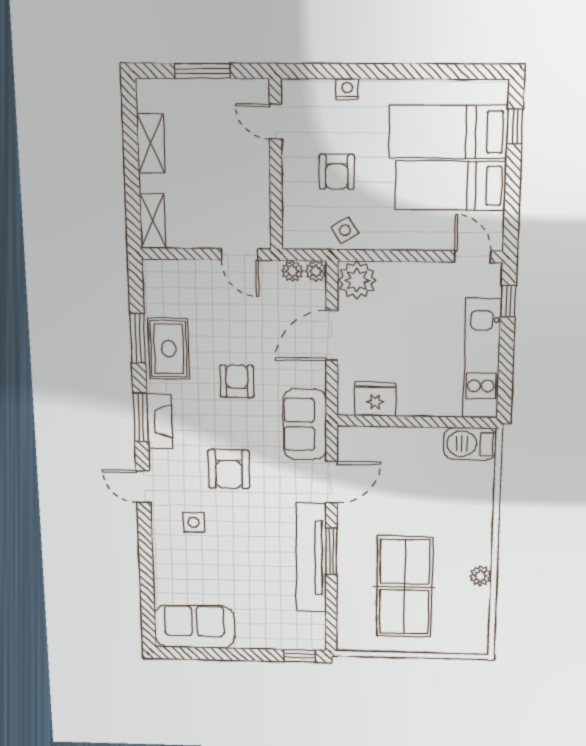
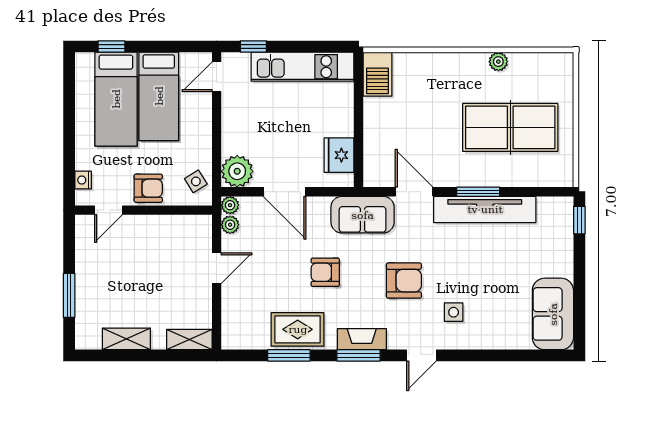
door: (275, 121) -> (108, 210), moved
wall: (276, 165) -> (143, 210), moved

